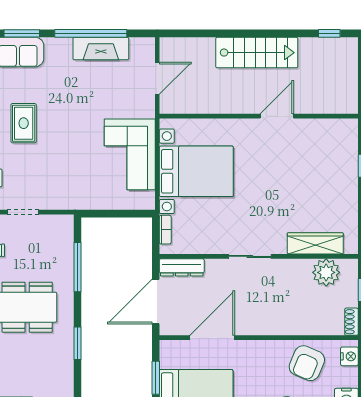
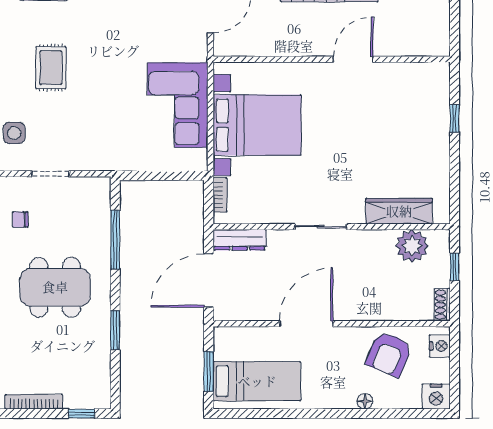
door: (212, 338) -> (306, 324), moved

